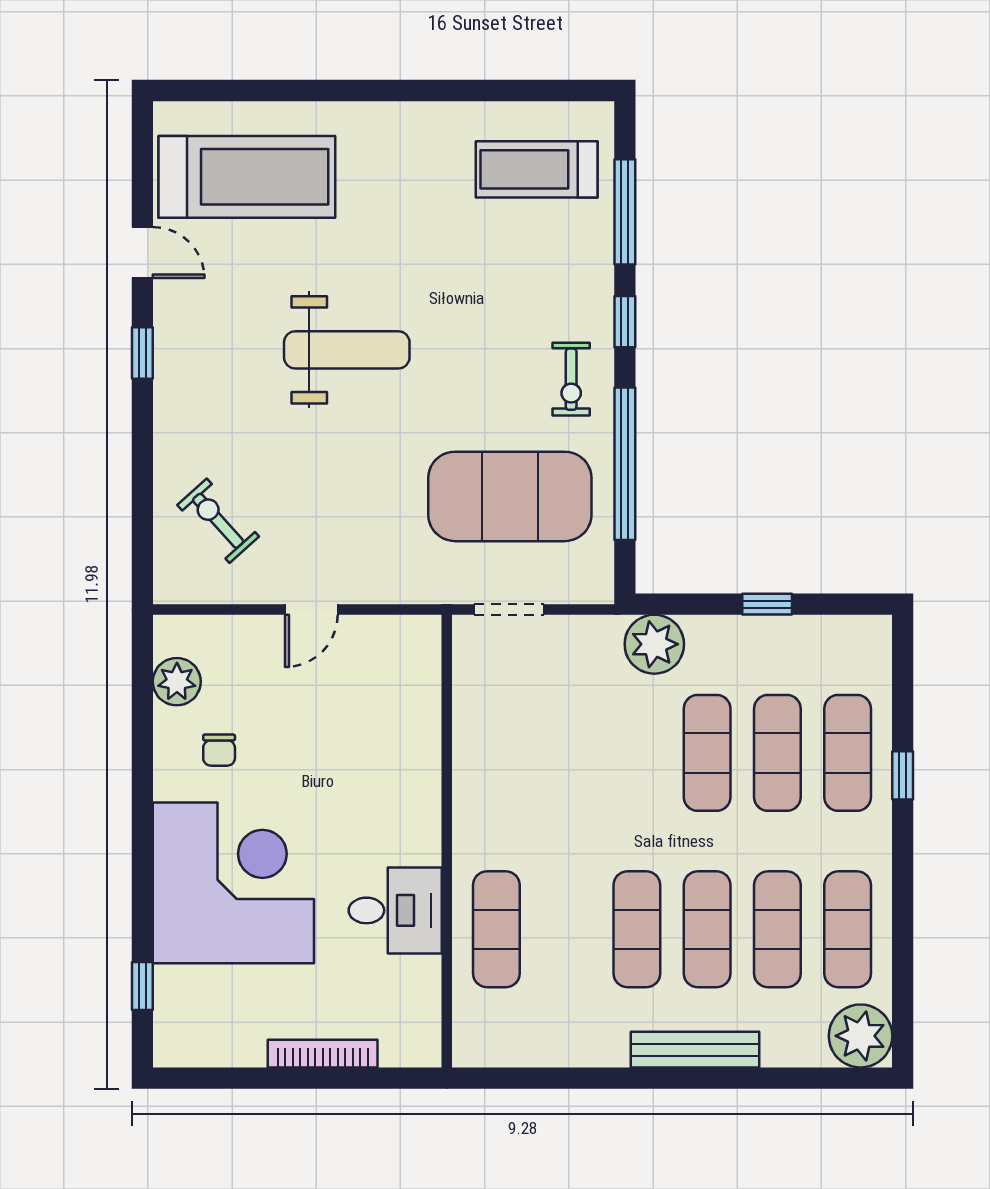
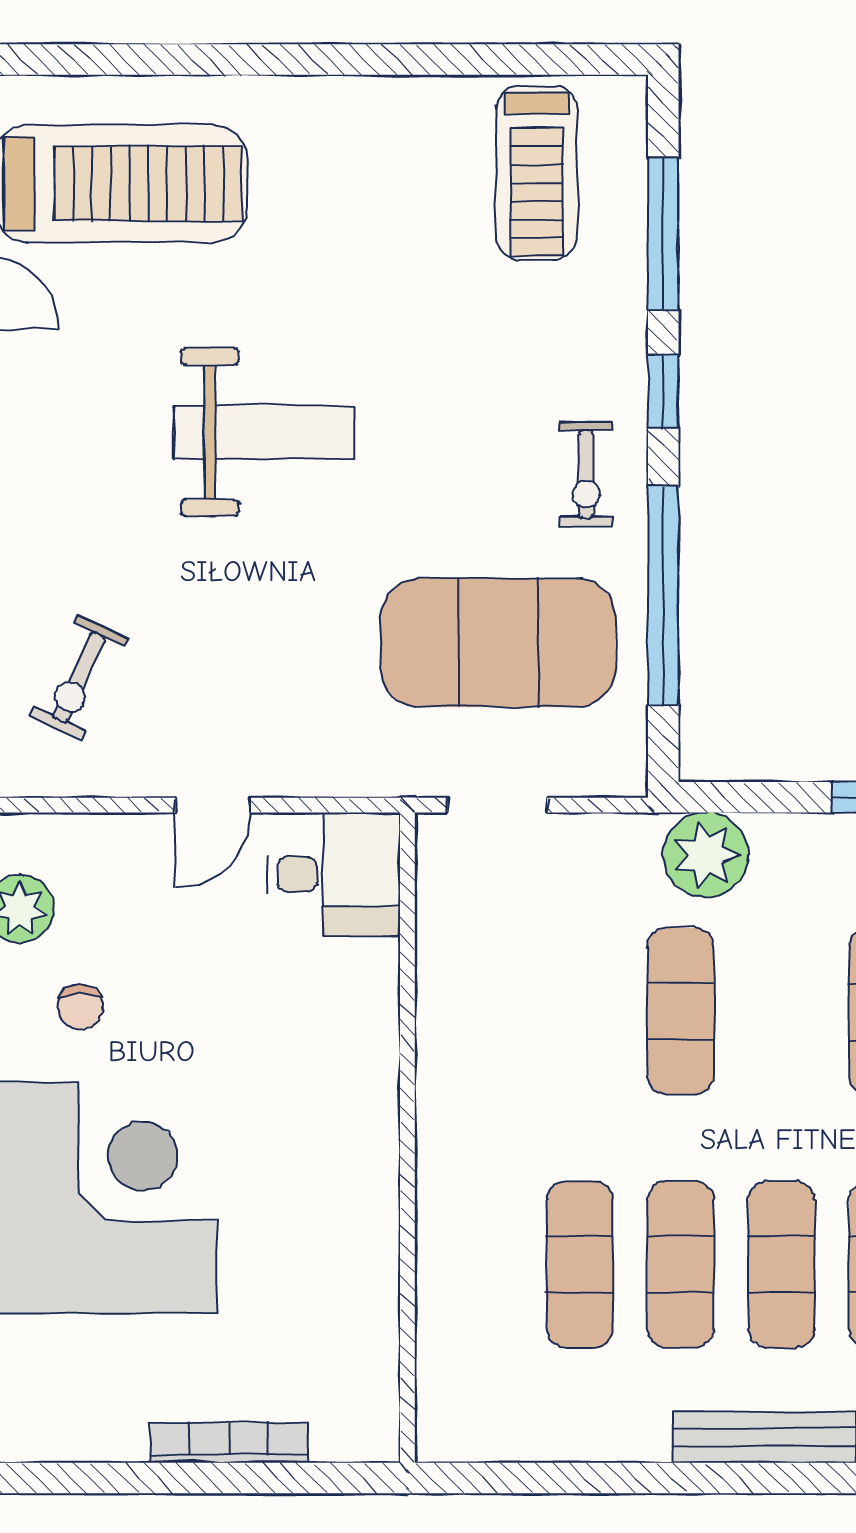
treadmill: (537, 169) -> (536, 173), turned -90
exercise bike: (218, 521) -> (79, 678), turned -113
exercise mat: (707, 753) -> (681, 1011), moved
desk: (395, 910) -> (333, 874), moved
exercise mat: (496, 929) -> (580, 1264), moved

